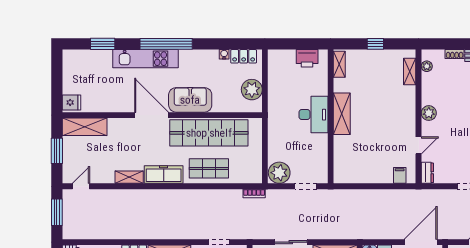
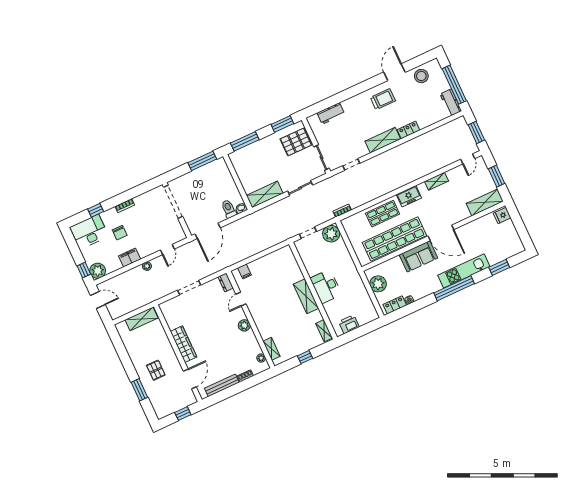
freezer: (164, 175) -> (409, 196), width x0.71

